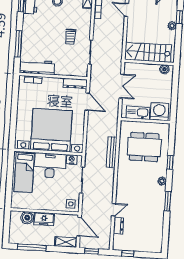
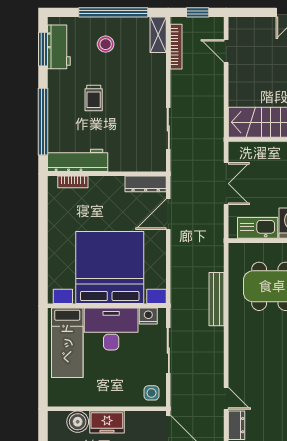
trolley: (70, 37) -> (94, 98), moved
window: (18, 44) -> (43, 122), width x1.46
door: (87, 102) -> (168, 214), swing flipped
door: (114, 210) -> (226, 398), hinge flipped

